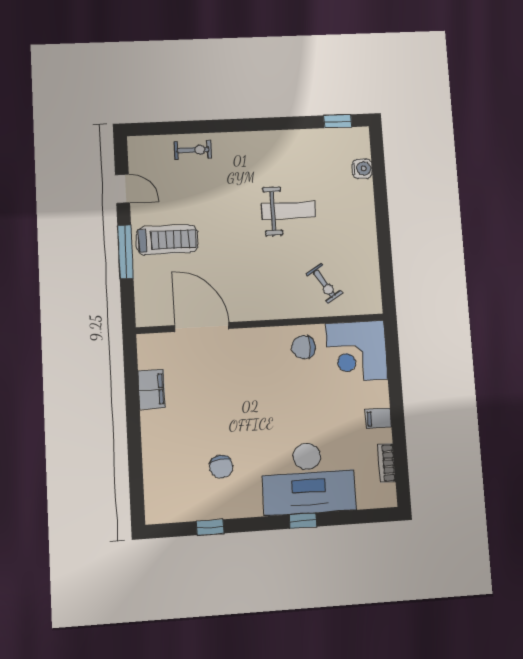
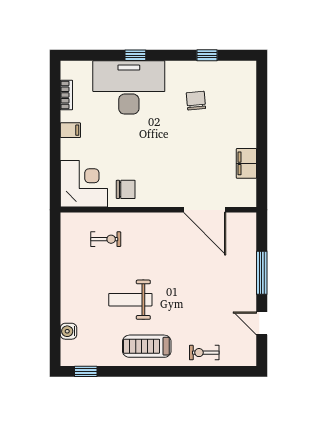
treadmill: (167, 240) -> (147, 346), moved
exercise bike: (324, 284) -> (106, 239), turned 122

